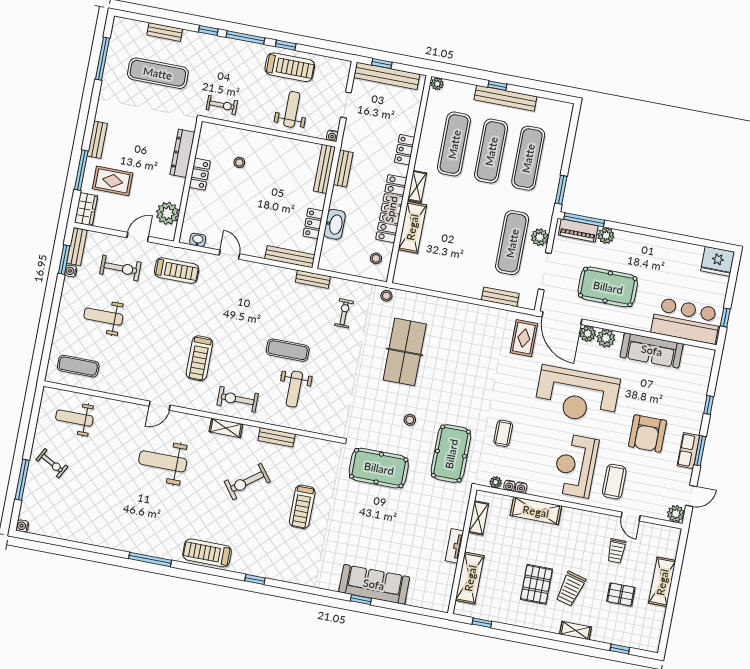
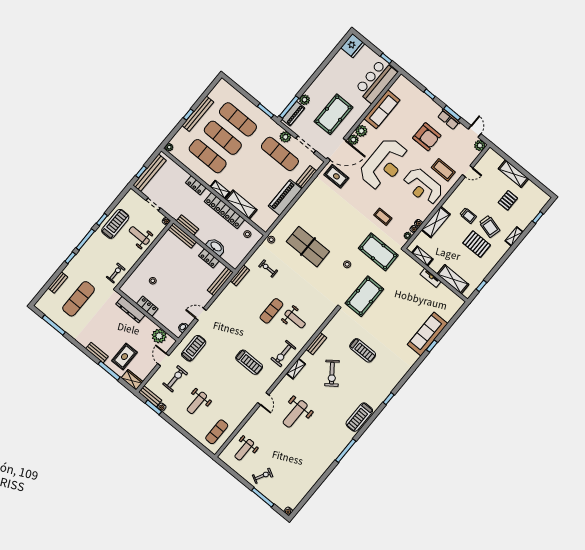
piano: (455, 283) -> (285, 198), added
trolley: (616, 551) -> (468, 216), moved

